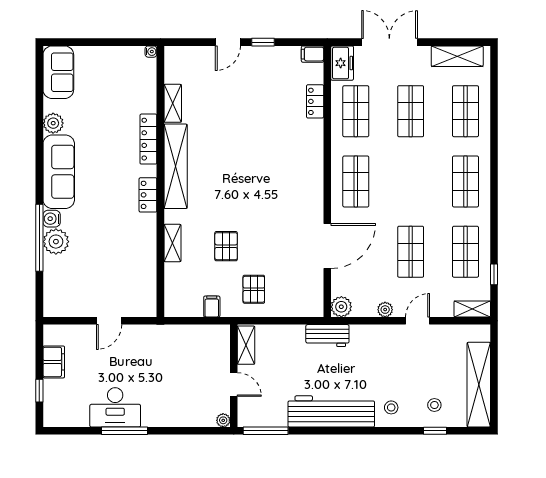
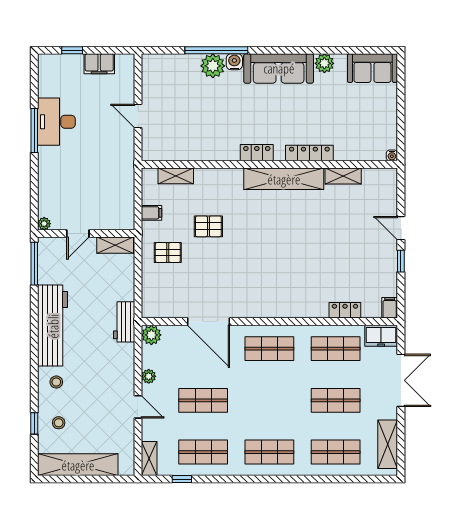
shelving: (172, 243) -> (176, 176), moved

